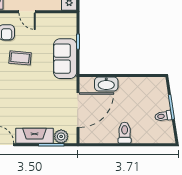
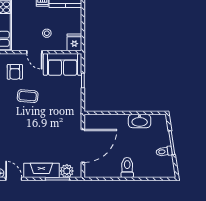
sofa: (65, 59) -> (63, 64), moved, turned -90
washbasin: (106, 84) -> (140, 121), moved

